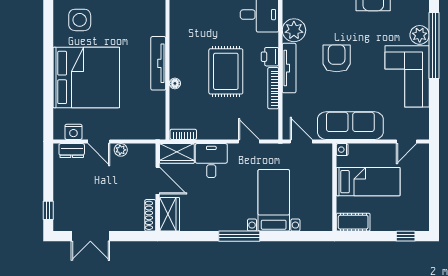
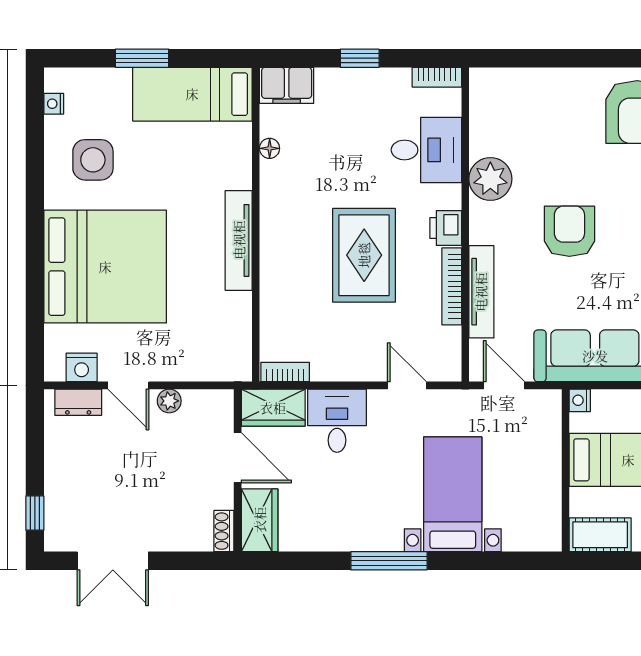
tv unit: (289, 68) -> (481, 292), moved
floor lamp: (175, 83) -> (270, 148), moved
shoe rack: (150, 215) -> (224, 531), width x0.70

